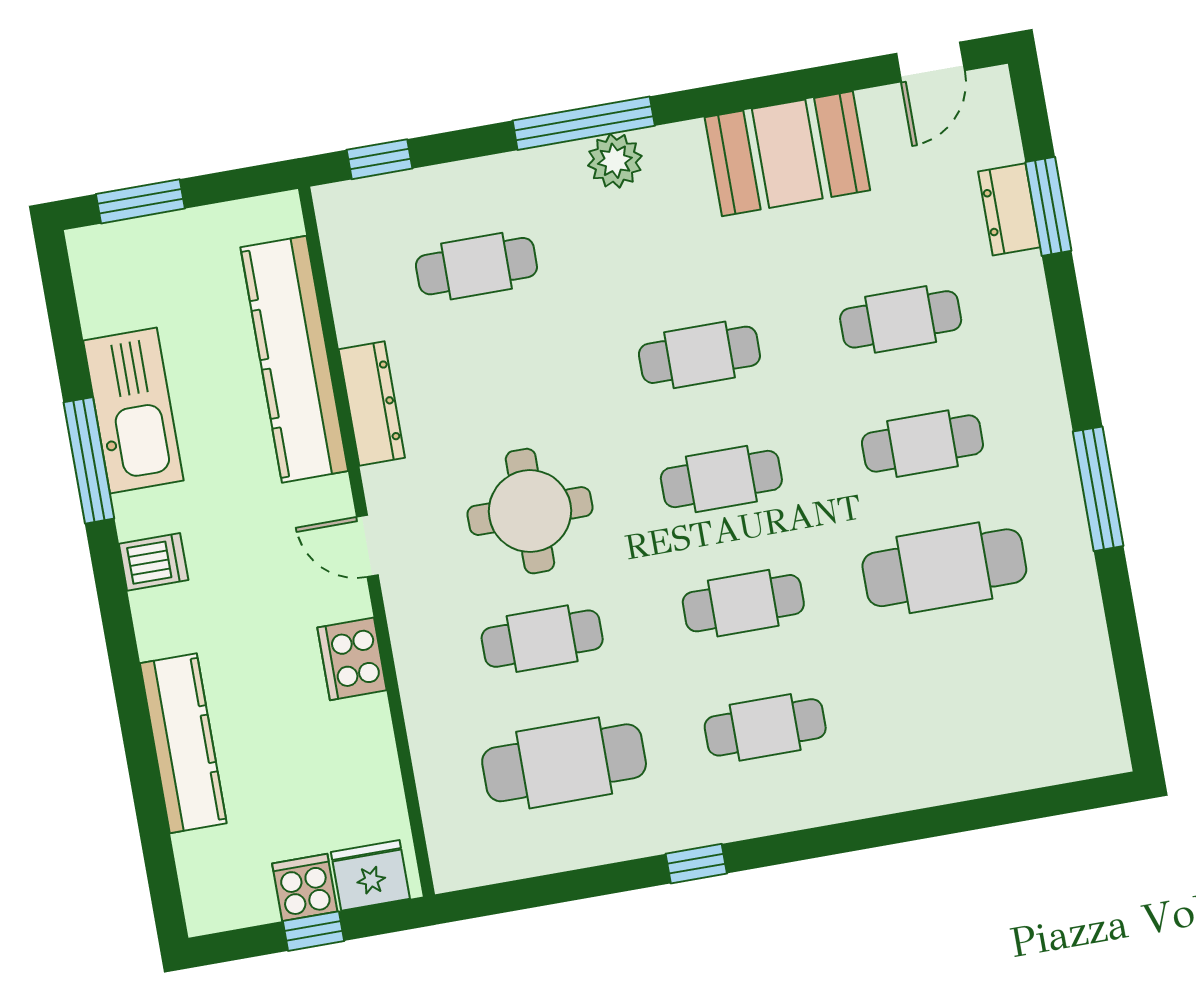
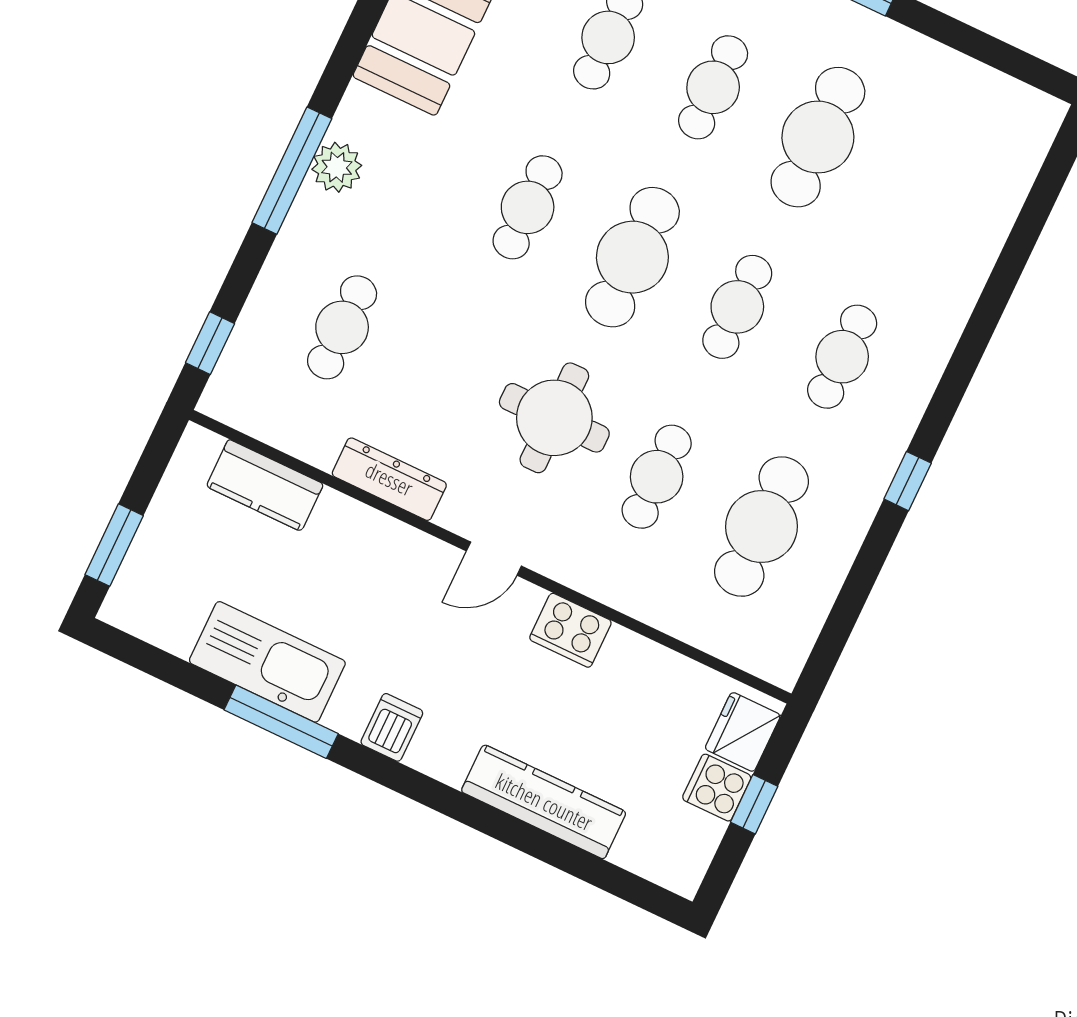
kitchen counter: (294, 359) -> (265, 485), width x0.48, depth x0.86
cafe table: (721, 479) -> (632, 257), width x1.37, depth x1.35

